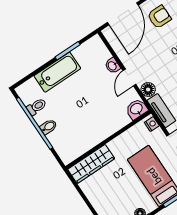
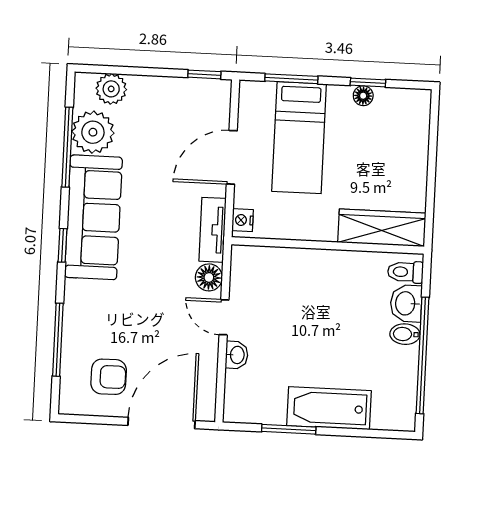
armchair: (159, 17) -> (109, 377), turned 180
door: (129, 78) -> (224, 317), swing flipped
toilet: (37, 107) -> (405, 272), moved
washbasin: (137, 109) -> (406, 303), moved, turned 90

